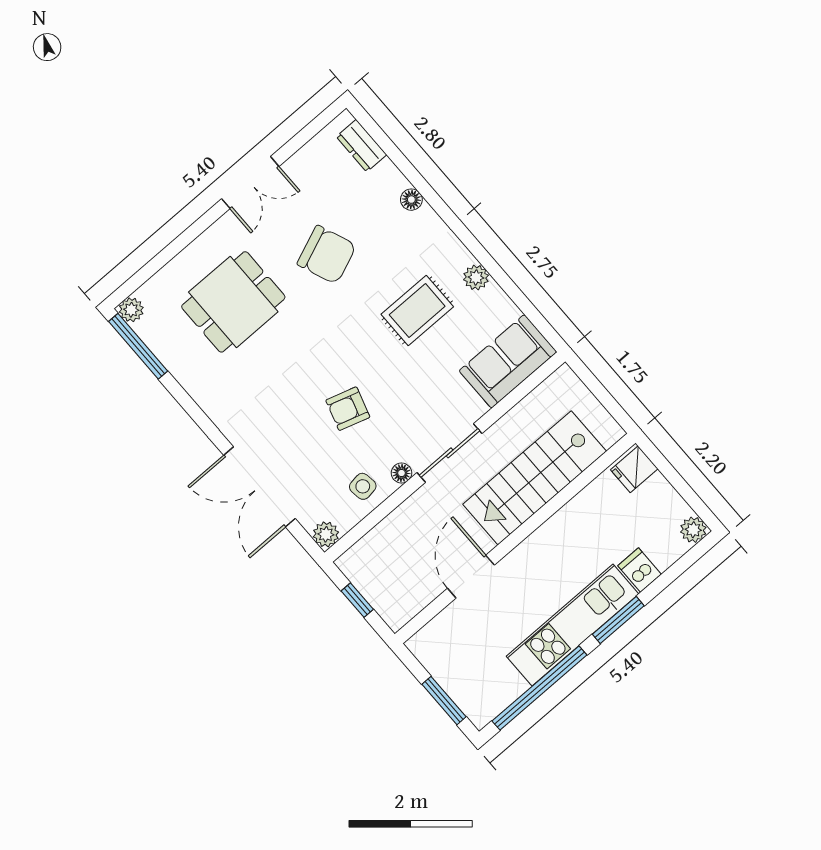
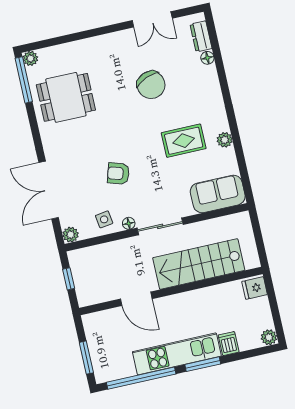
double door: (250, 183) -> (152, 19), moved
floor lamp: (411, 200) -> (207, 58), moved
dining table: (233, 302) -> (66, 97), moved
door: (471, 577) -> (136, 299), swing flipped

